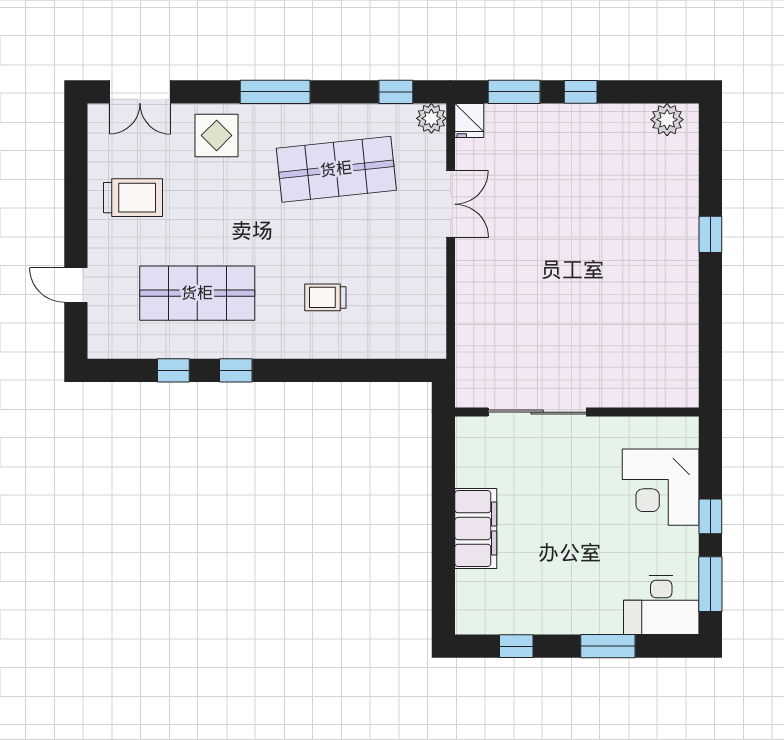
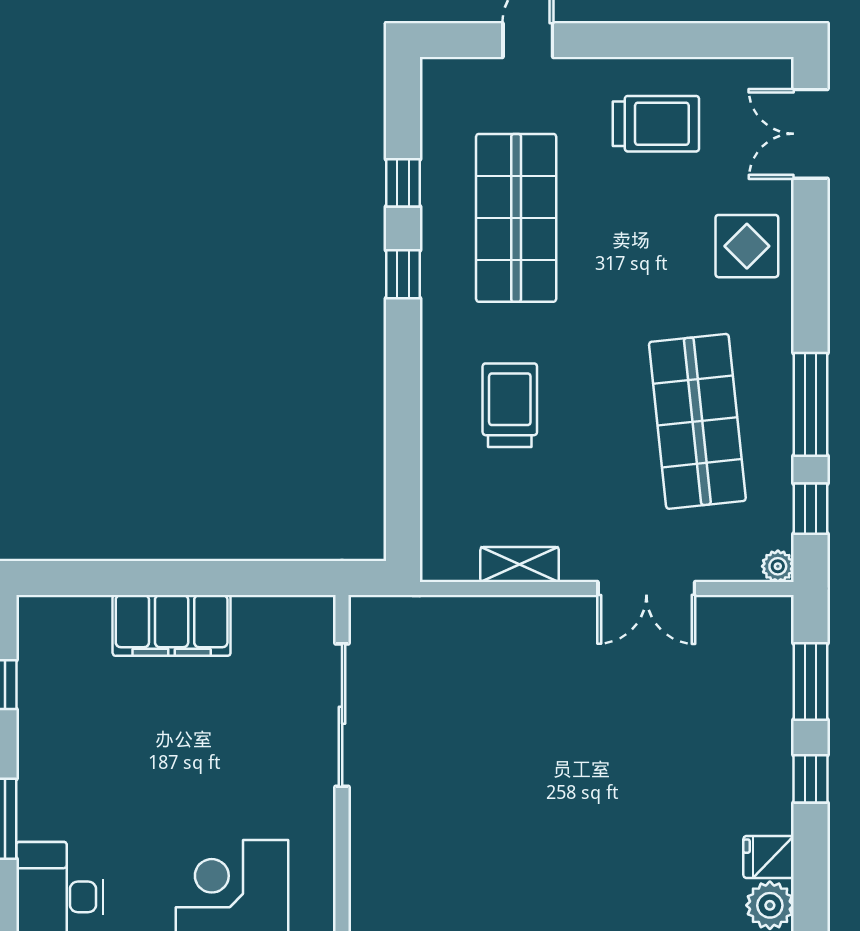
window: (275, 92) -> (811, 404), moved
plant: (431, 118) -> (778, 566), width x0.73, depth x0.73
fridge: (469, 121) -> (769, 857), moved
trolley: (133, 198) -> (656, 124), turned -90
shelving: (434, 291) -> (520, 565), added
trolley: (325, 297) -> (510, 405), width x1.36, depth x1.39

